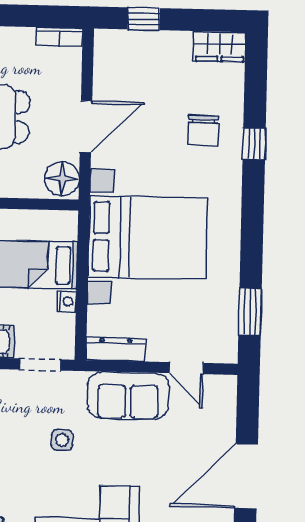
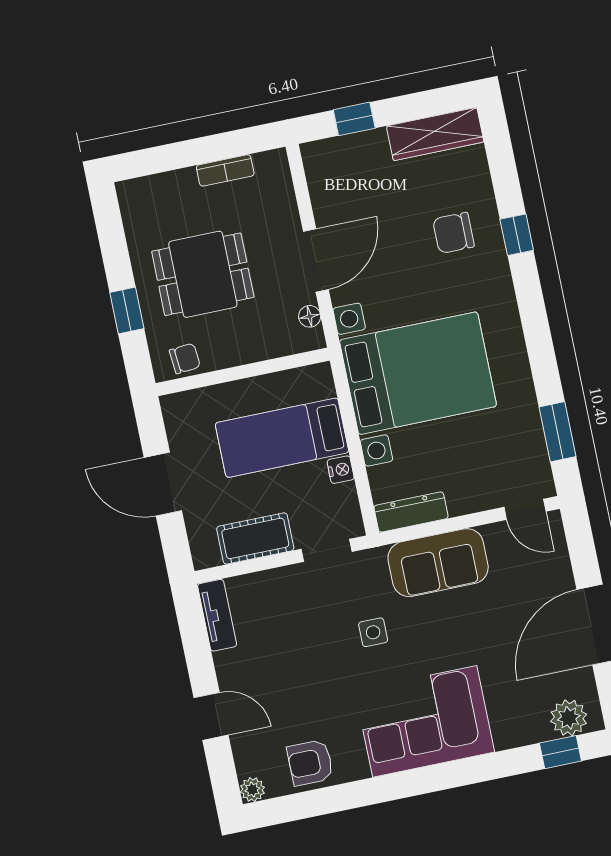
bookcase: (60, 37) -> (225, 170), moved
wardrobe: (220, 47) -> (435, 134), width x1.50
chair: (203, 130) -> (453, 233), turned 90
floor lamp: (62, 179) -> (310, 316), width x0.53, depth x0.53
door: (186, 368) -> (525, 509), moved

